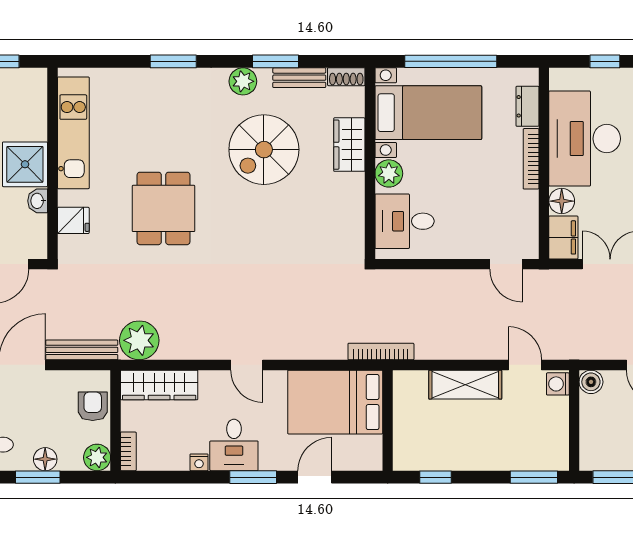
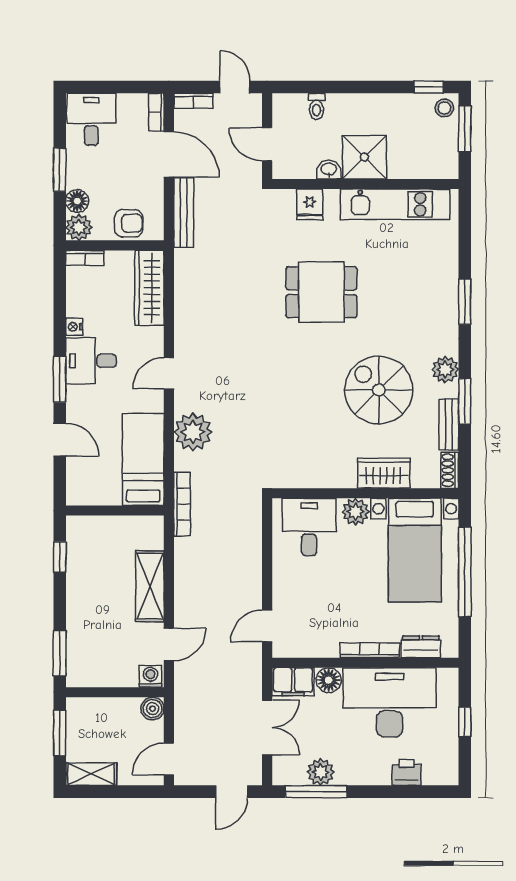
plant: (139, 340) -> (193, 432), moved
bed: (335, 402) -> (143, 459), width x0.67
floor lamp: (45, 459) -> (77, 201), moved

